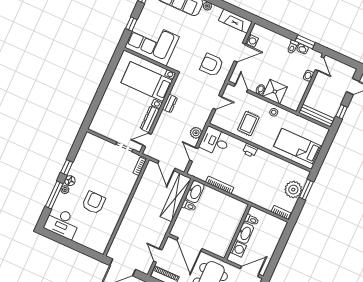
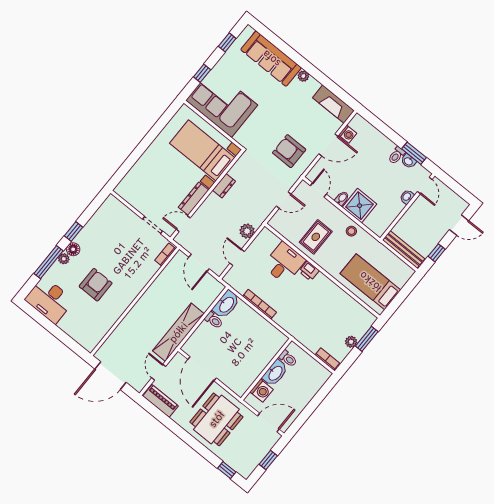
desk: (215, 141) -> (284, 263), moved, turned 90
plant: (293, 190) -> (351, 342), width x0.53, depth x0.53
shelving: (176, 197) -> (178, 332), moved

